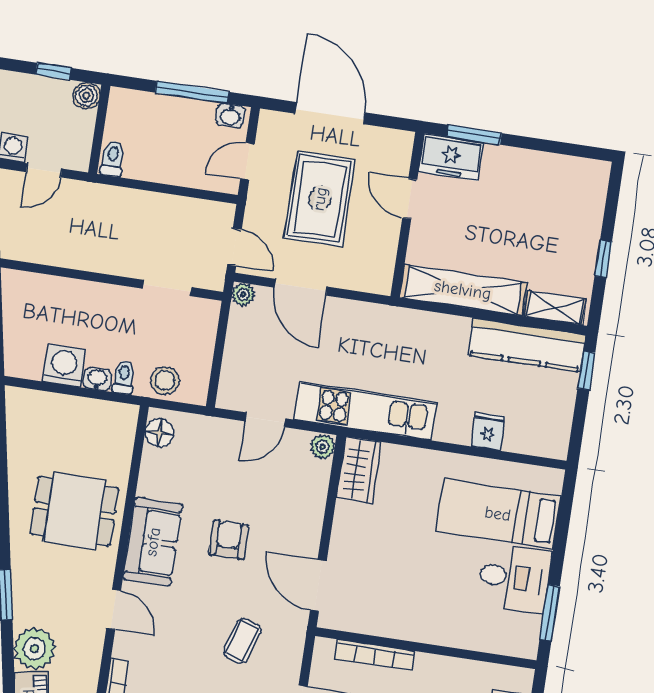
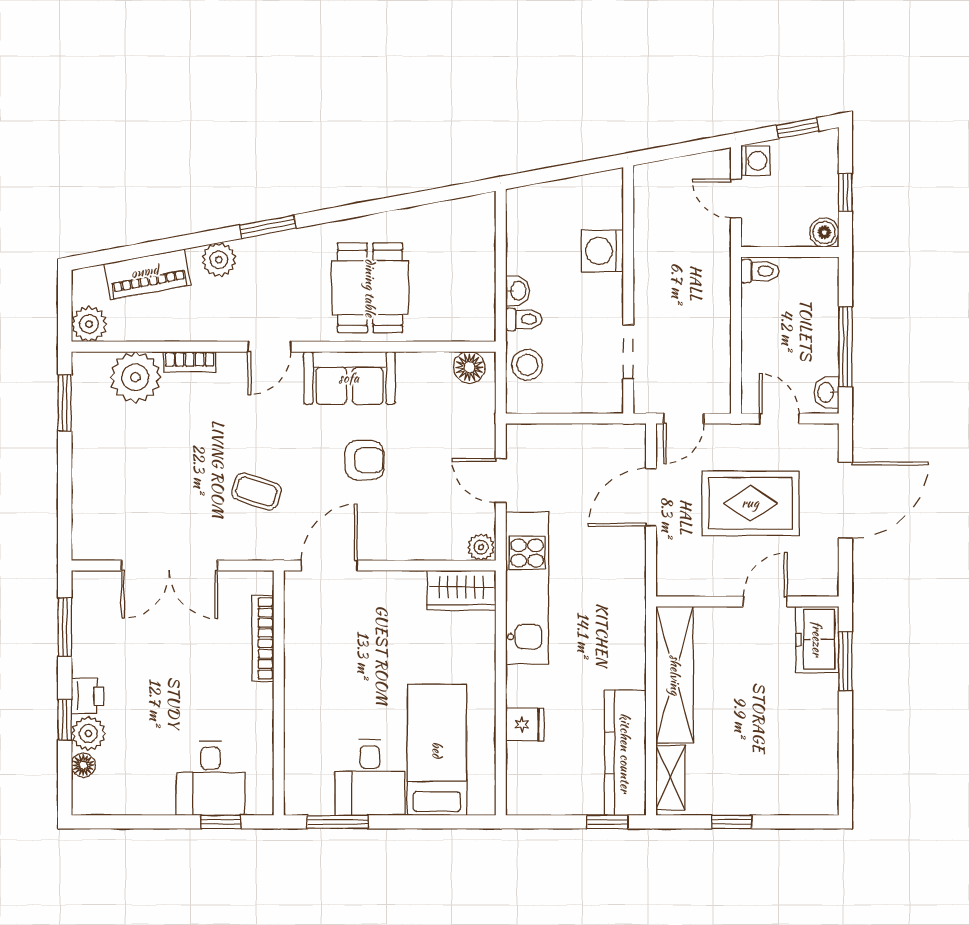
plant: (243, 294) -> (634, 436), removed
washing machine: (64, 366) -> (602, 251), moved, turned 180
plant: (34, 649) -> (219, 260), width x0.73, depth x0.73

